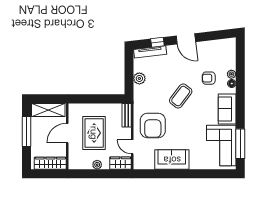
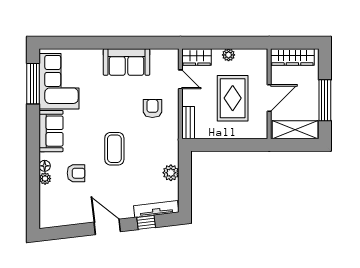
coffee table: (181, 96) -> (114, 149), turned -37
armchair: (153, 125) -> (152, 108), width x0.53, depth x0.53

